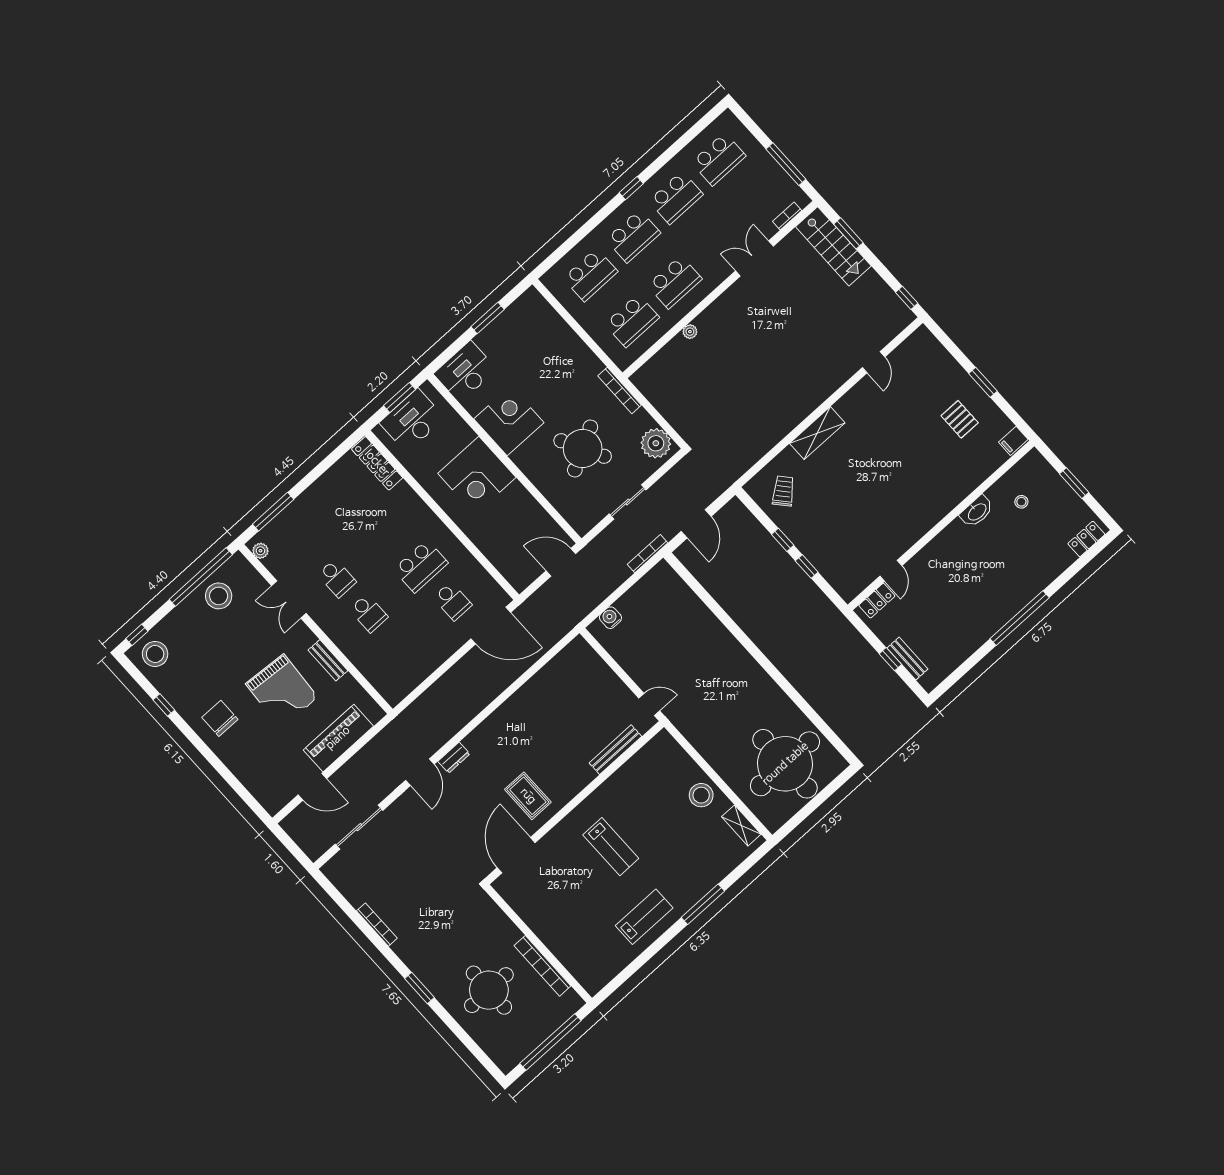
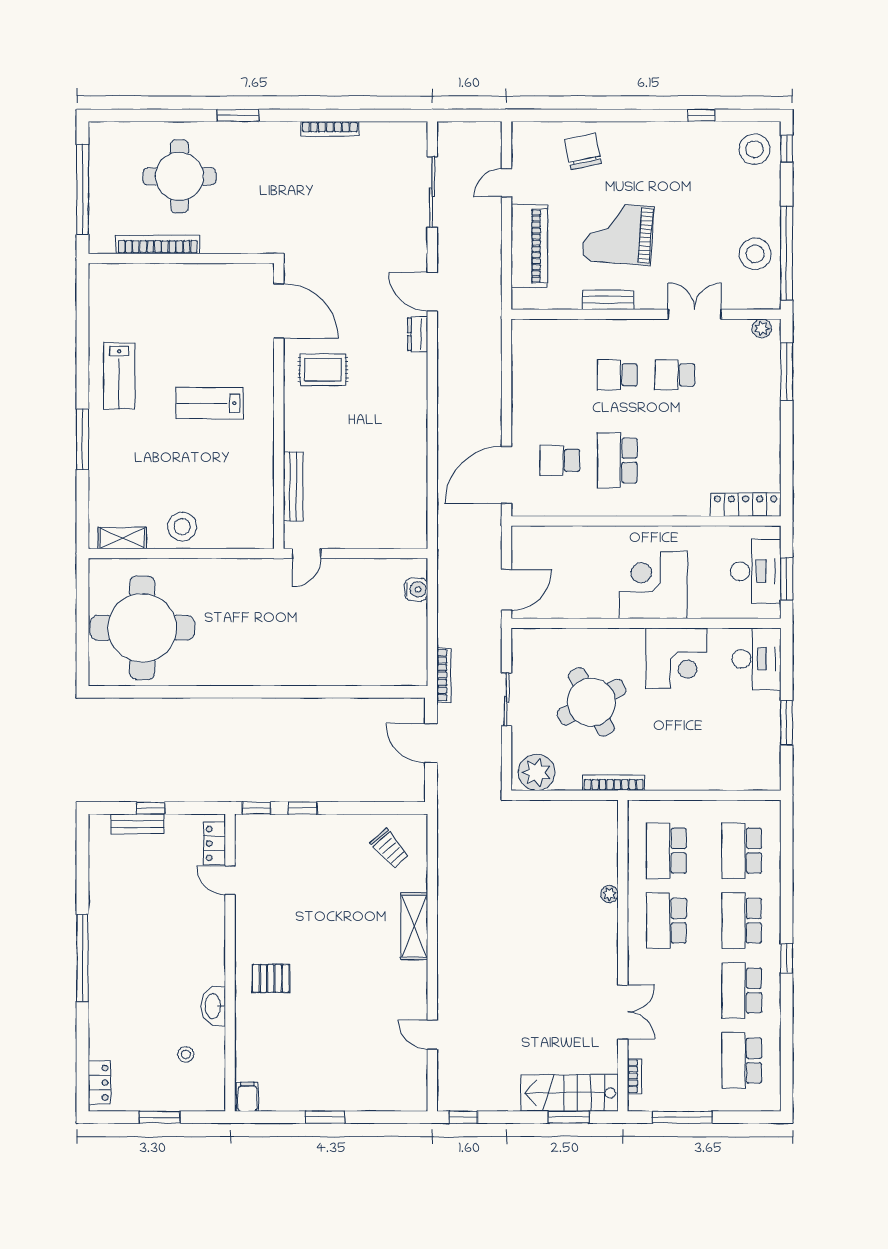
pallet: (960, 419) -> (271, 978), moved
window: (783, 540) -> (256, 808), moved
chair: (220, 718) -> (583, 151), moved, turned -102
door: (312, 787) -> (507, 183), width x0.73

